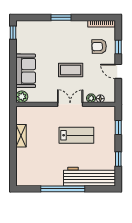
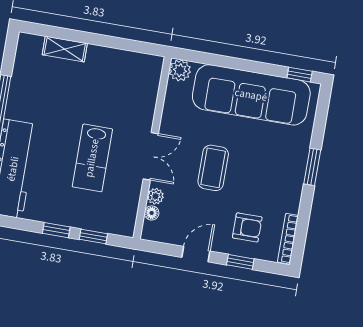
armchair: (99, 46) -> (247, 227), turned 92
sofa: (26, 71) -> (251, 95), width x1.85, depth x1.27
shelving: (21, 136) -> (65, 49), moved
window: (118, 159) -> (56, 230), moved

